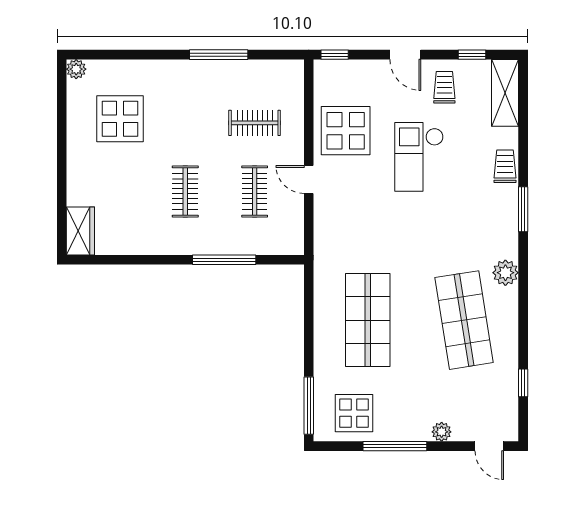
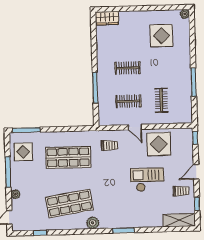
trolley: (505, 166) -> (109, 145), moved
door: (309, 179) -> (135, 127), swing flipped

